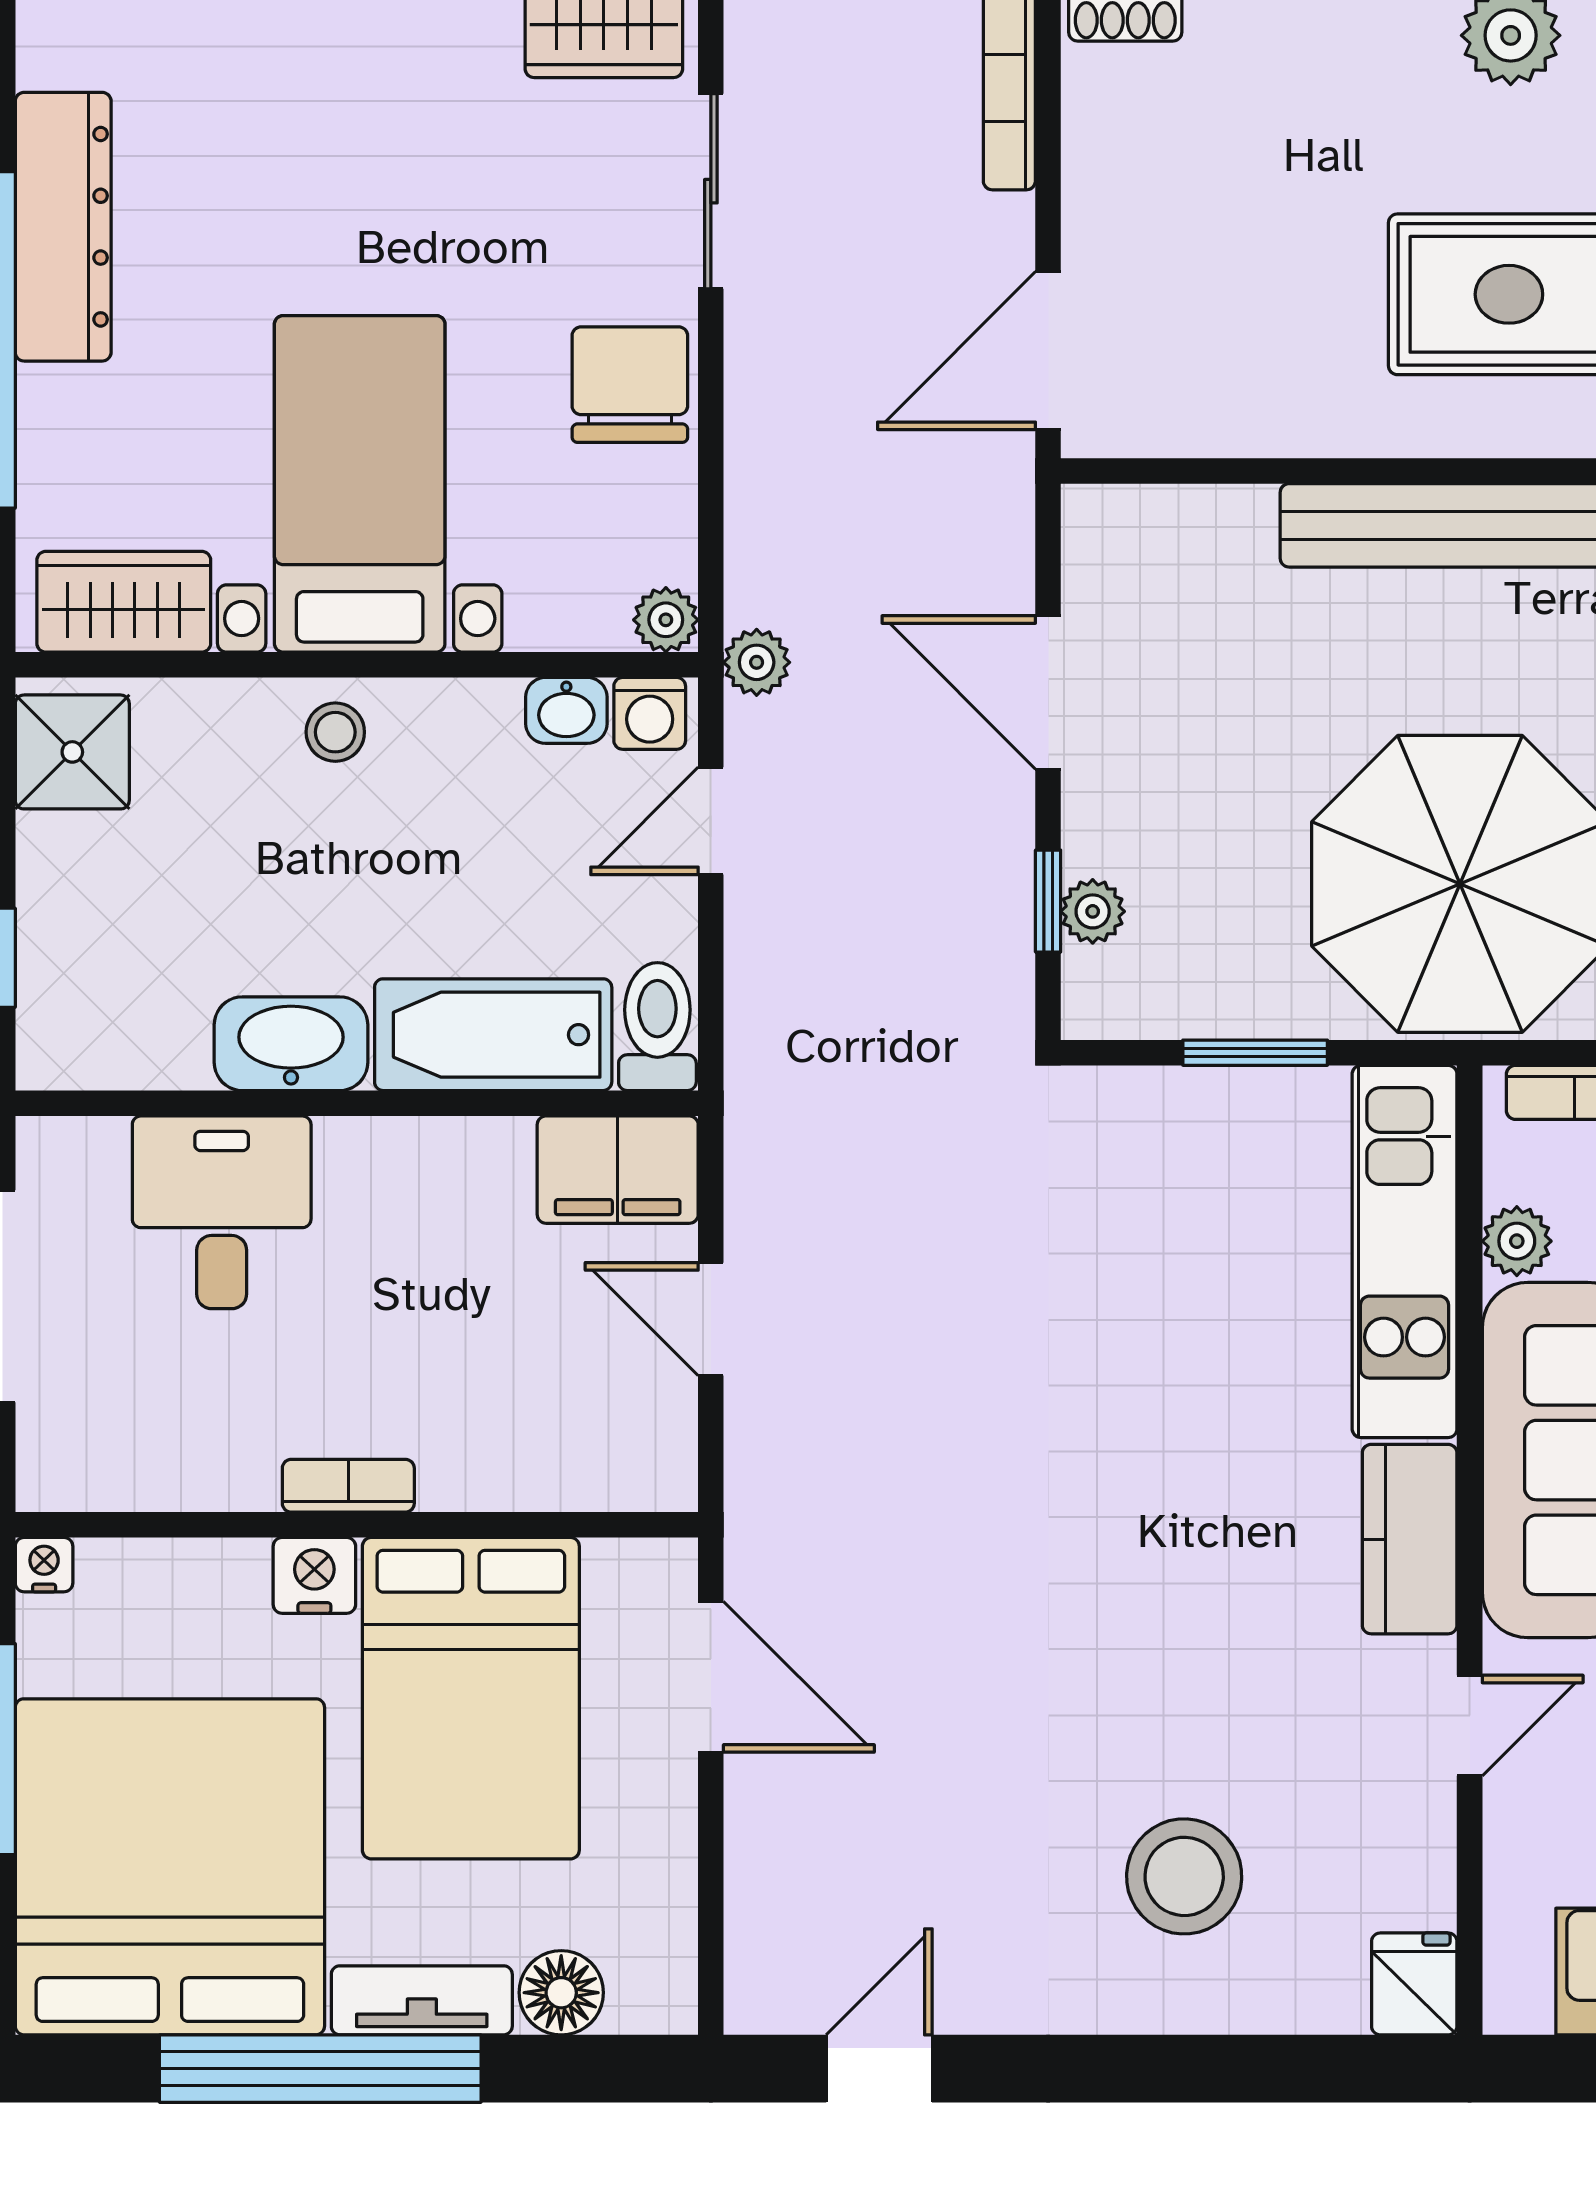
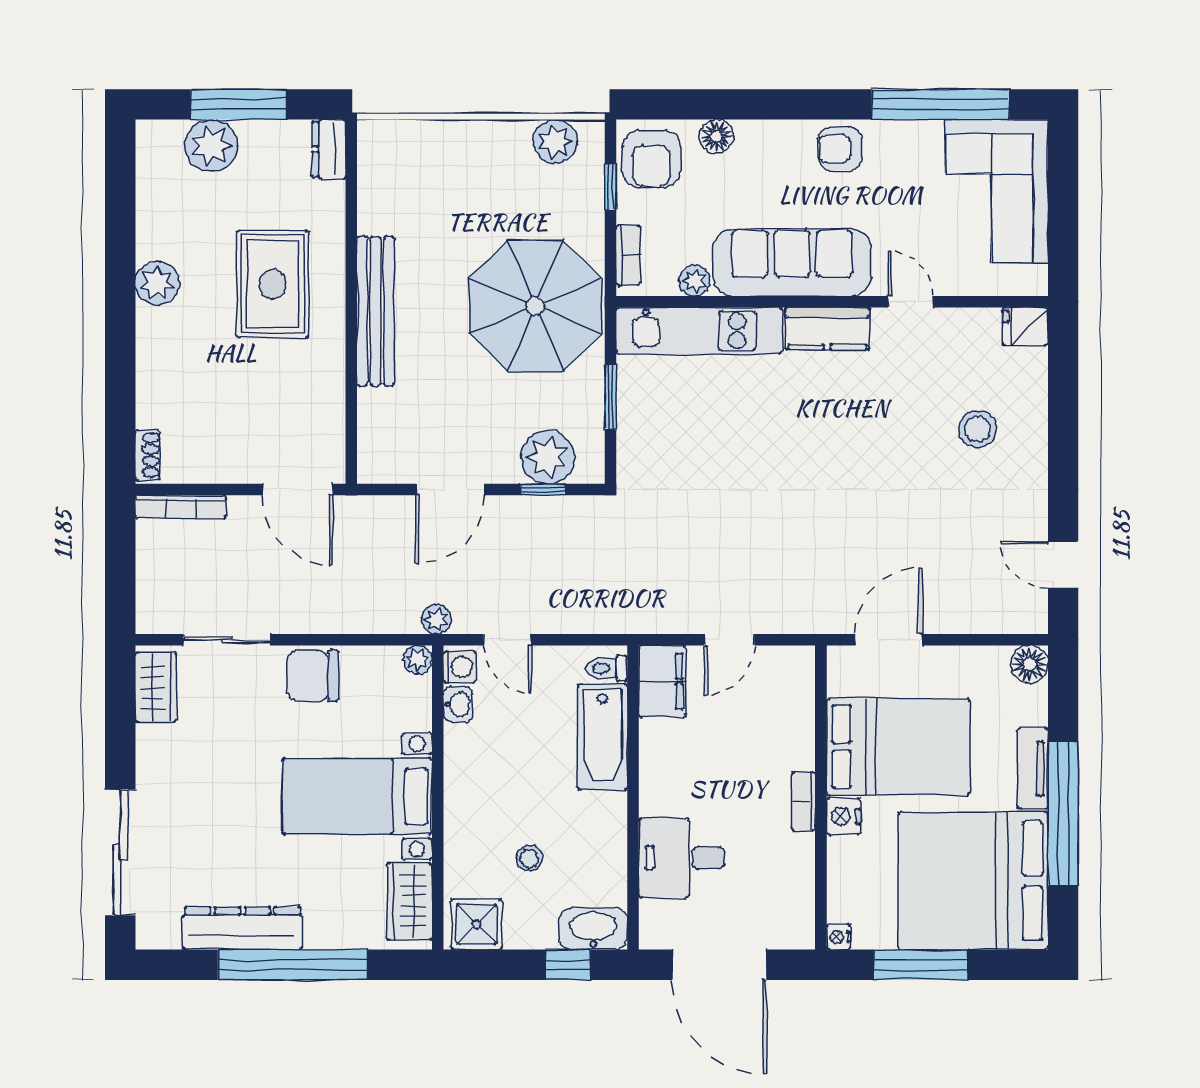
stool: (335, 732) -> (529, 858), moved
plant: (1093, 911) -> (548, 457), width x1.88, depth x1.88
toilet: (657, 1027) -> (607, 668), width x0.73, depth x0.72
washbasin: (291, 1044) -> (593, 929), moved, turned 90
stool: (1184, 1876) -> (978, 429), width x0.73, depth x0.73
floor lamp: (561, 1993) -> (1029, 664), moved

